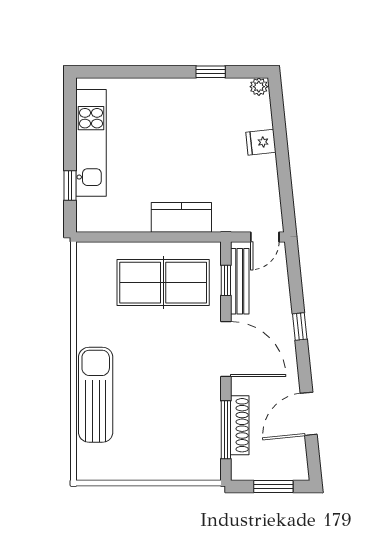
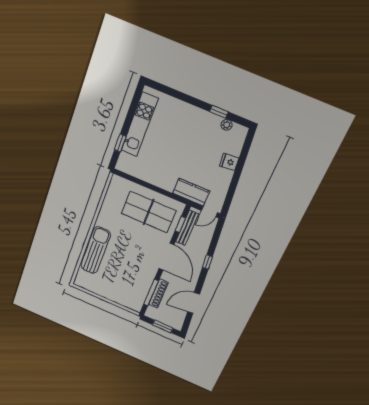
plant: (259, 87) -> (227, 125), moved
kitchen counter: (181, 217) -> (191, 192), moved

